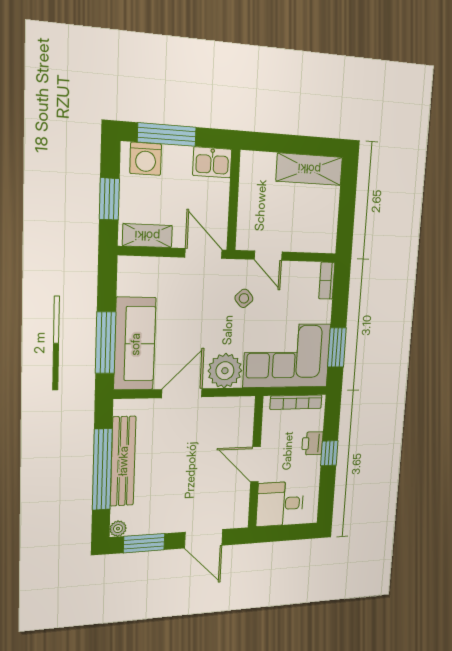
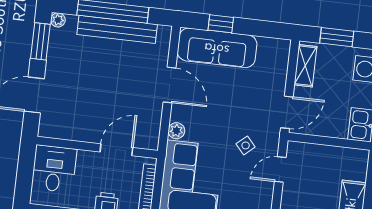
window: (106, 343) -> (221, 24), width x0.46
plant: (225, 371) -> (176, 131), width x0.53, depth x0.53
door: (255, 464) -> (116, 150), moved

